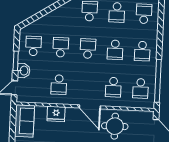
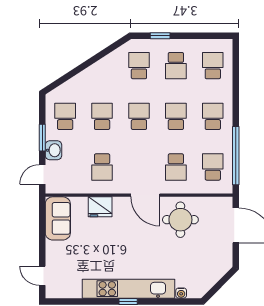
school desk: (115, 50) -> (176, 116), turned 180
school desk: (142, 51) -> (213, 116), turned 180
school desk: (140, 88) -> (213, 167), turned 180

